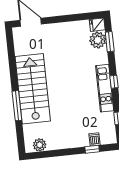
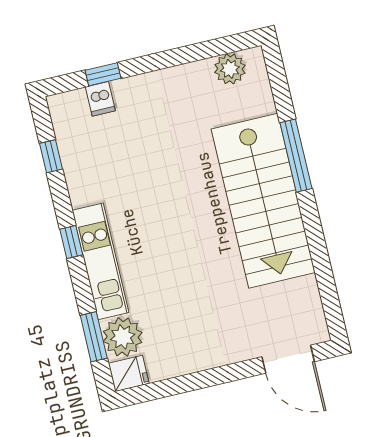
kitchen unit: (105, 88) -> (101, 261), moved

